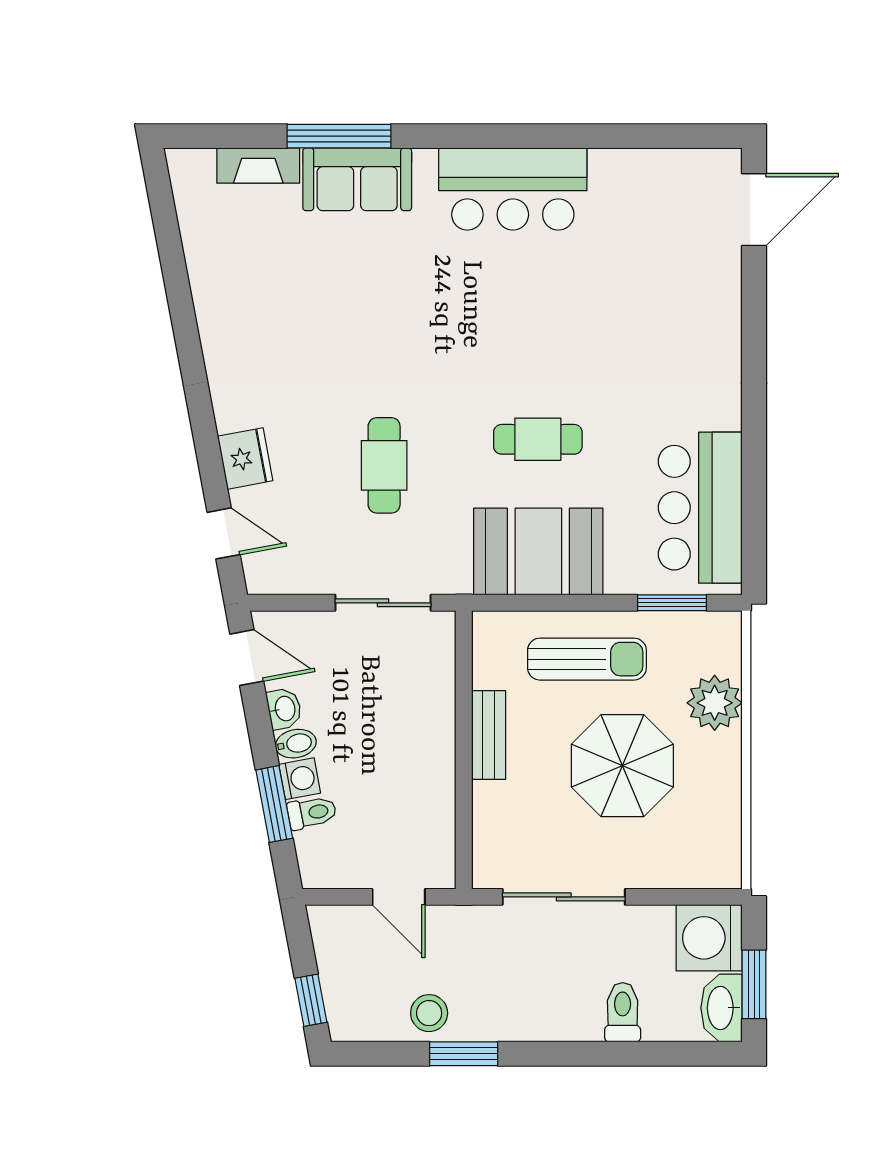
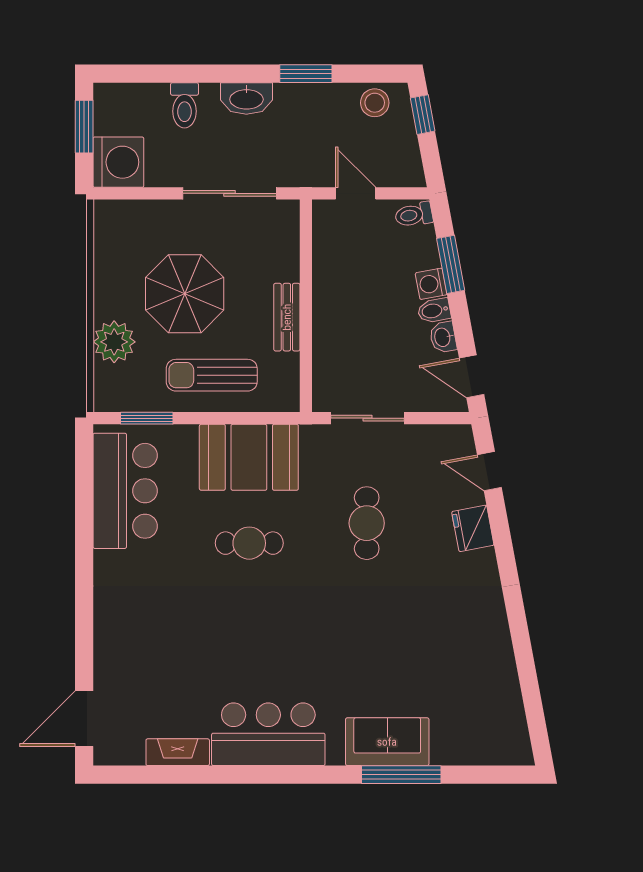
fireplace: (258, 166) -> (178, 752), moved
toilet: (312, 813) -> (414, 215), moved
washbasin: (722, 1008) -> (246, 98), moved, turned 90
stool: (429, 1013) -> (375, 103), moved

